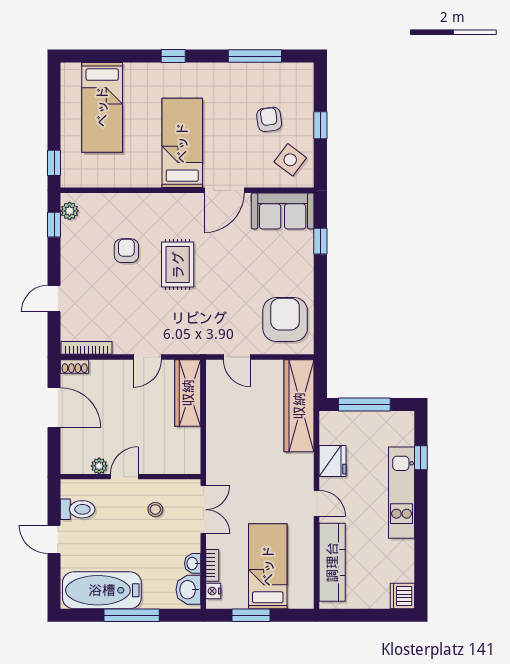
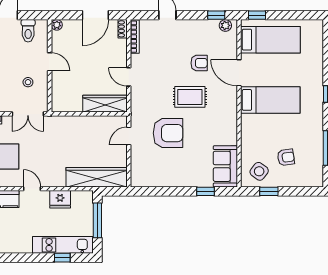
bed: (102, 107) -> (270, 40), moved, turned 180
window: (320, 125) -> (269, 191), moved
door: (224, 190) -> (239, 73), moved
armchair: (285, 319) -> (168, 133), moved
plant: (99, 466) -> (57, 25), moved
kitchen unit: (402, 493) -> (63, 245), moved
door: (317, 503) -> (32, 189), swing flipped

